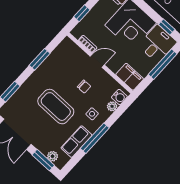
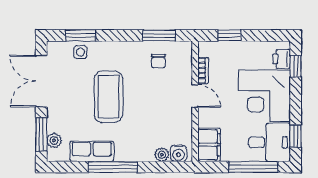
window: (40, 59) -> (159, 35), moved
chair: (84, 87) -> (158, 61), moved
side table: (92, 114) -> (80, 52), moved

